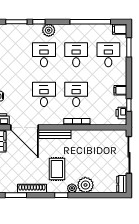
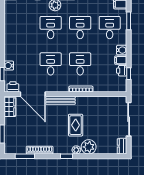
water cooler: (121, 79) -> (122, 50), added
printer: (121, 113) -> (122, 71), moved
rug: (57, 169) -> (76, 125), moved

